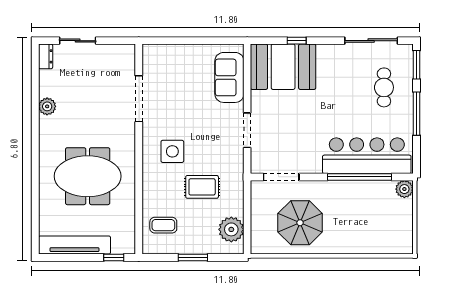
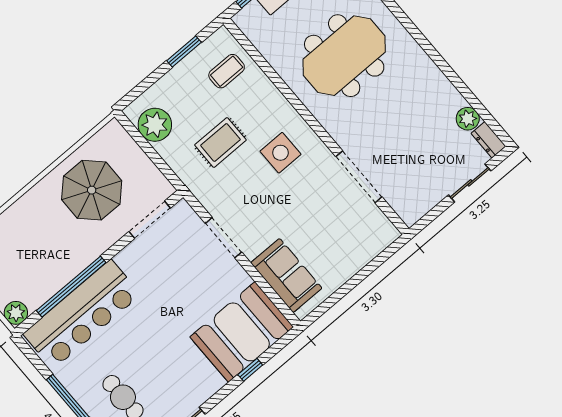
plant: (47, 106) -> (468, 119), moved
window: (193, 258) -> (184, 51), moved

